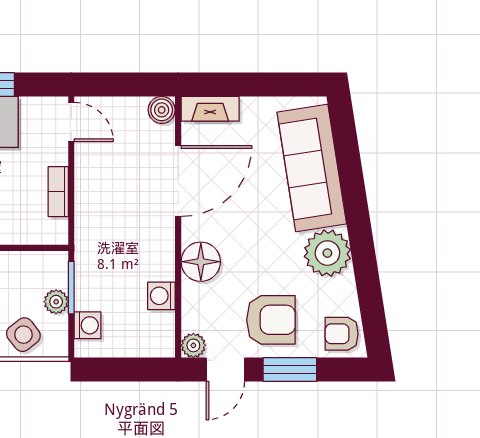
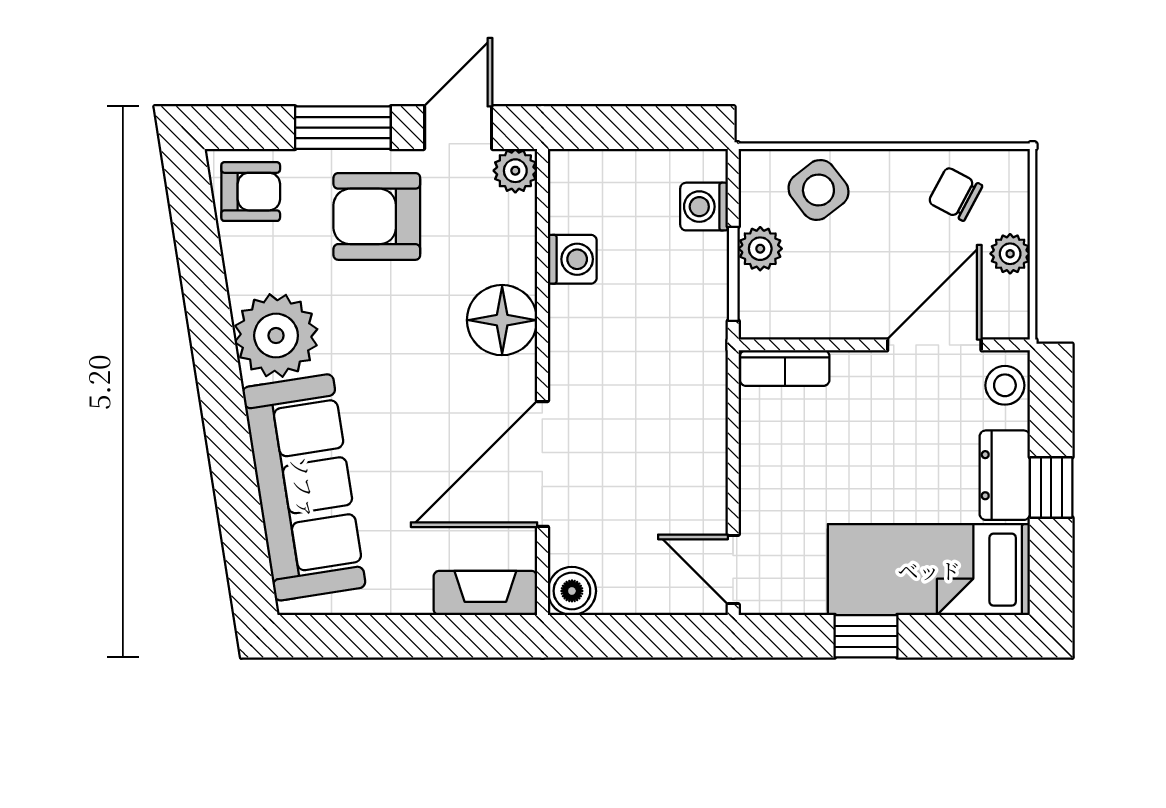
bookcase: (58, 192) -> (785, 368), moved, turned 90

